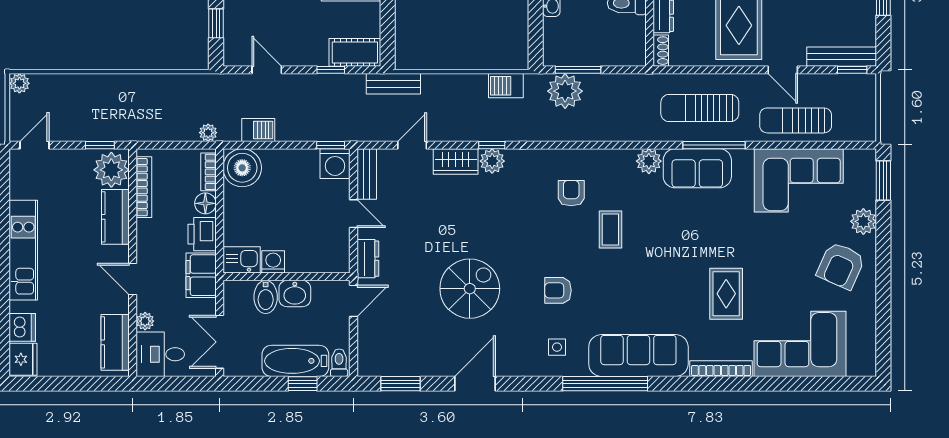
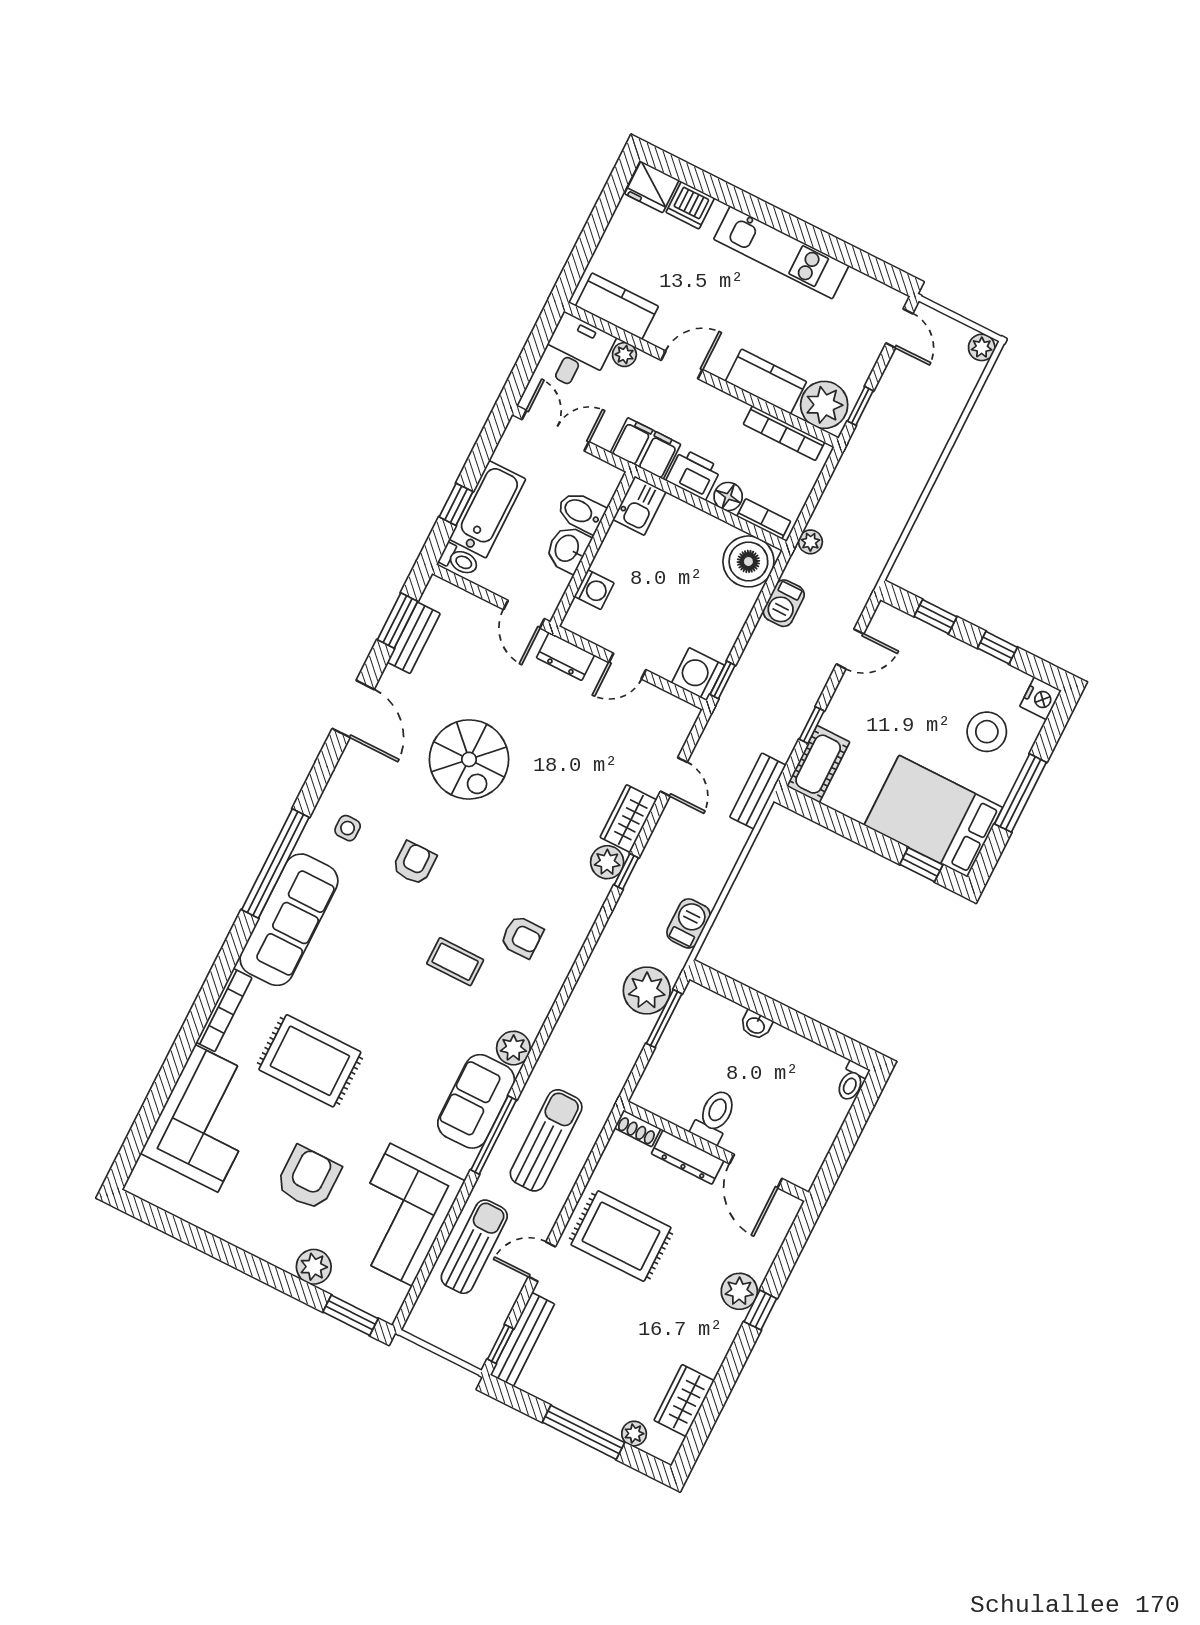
bench: (367, 174) -> (414, 638), moved, turned 90
washing machine: (273, 262) -> (594, 590), moved
armchair: (841, 266) -> (308, 1178), moved, turned 66
rug: (726, 294) -> (310, 1061), width x1.36, depth x1.43

